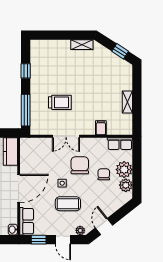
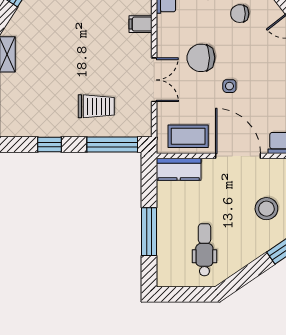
trolley: (60, 102) -> (96, 106), moved, turned 90
chair: (104, 174) -> (240, 14), moved
coffee table: (68, 204) -> (188, 136), moved, turned 90

